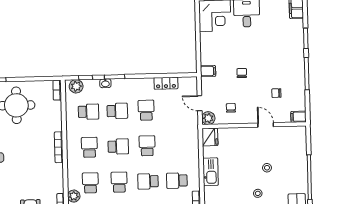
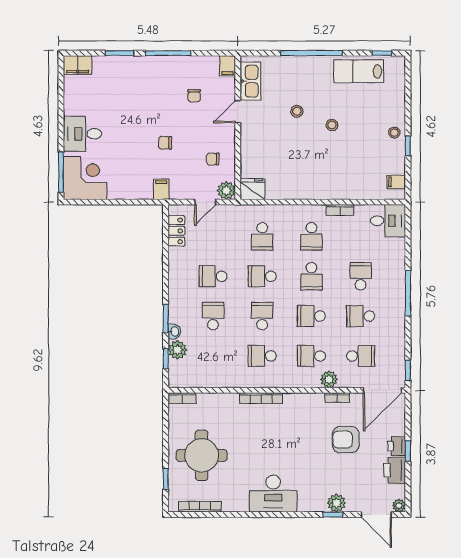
locker: (166, 83) -> (176, 231), moved
plant: (76, 86) -> (178, 350), moved
school desk: (88, 112) -> (262, 236), moved, turned 180
kitchen sink: (211, 172) -> (250, 81), moved, turned 90

